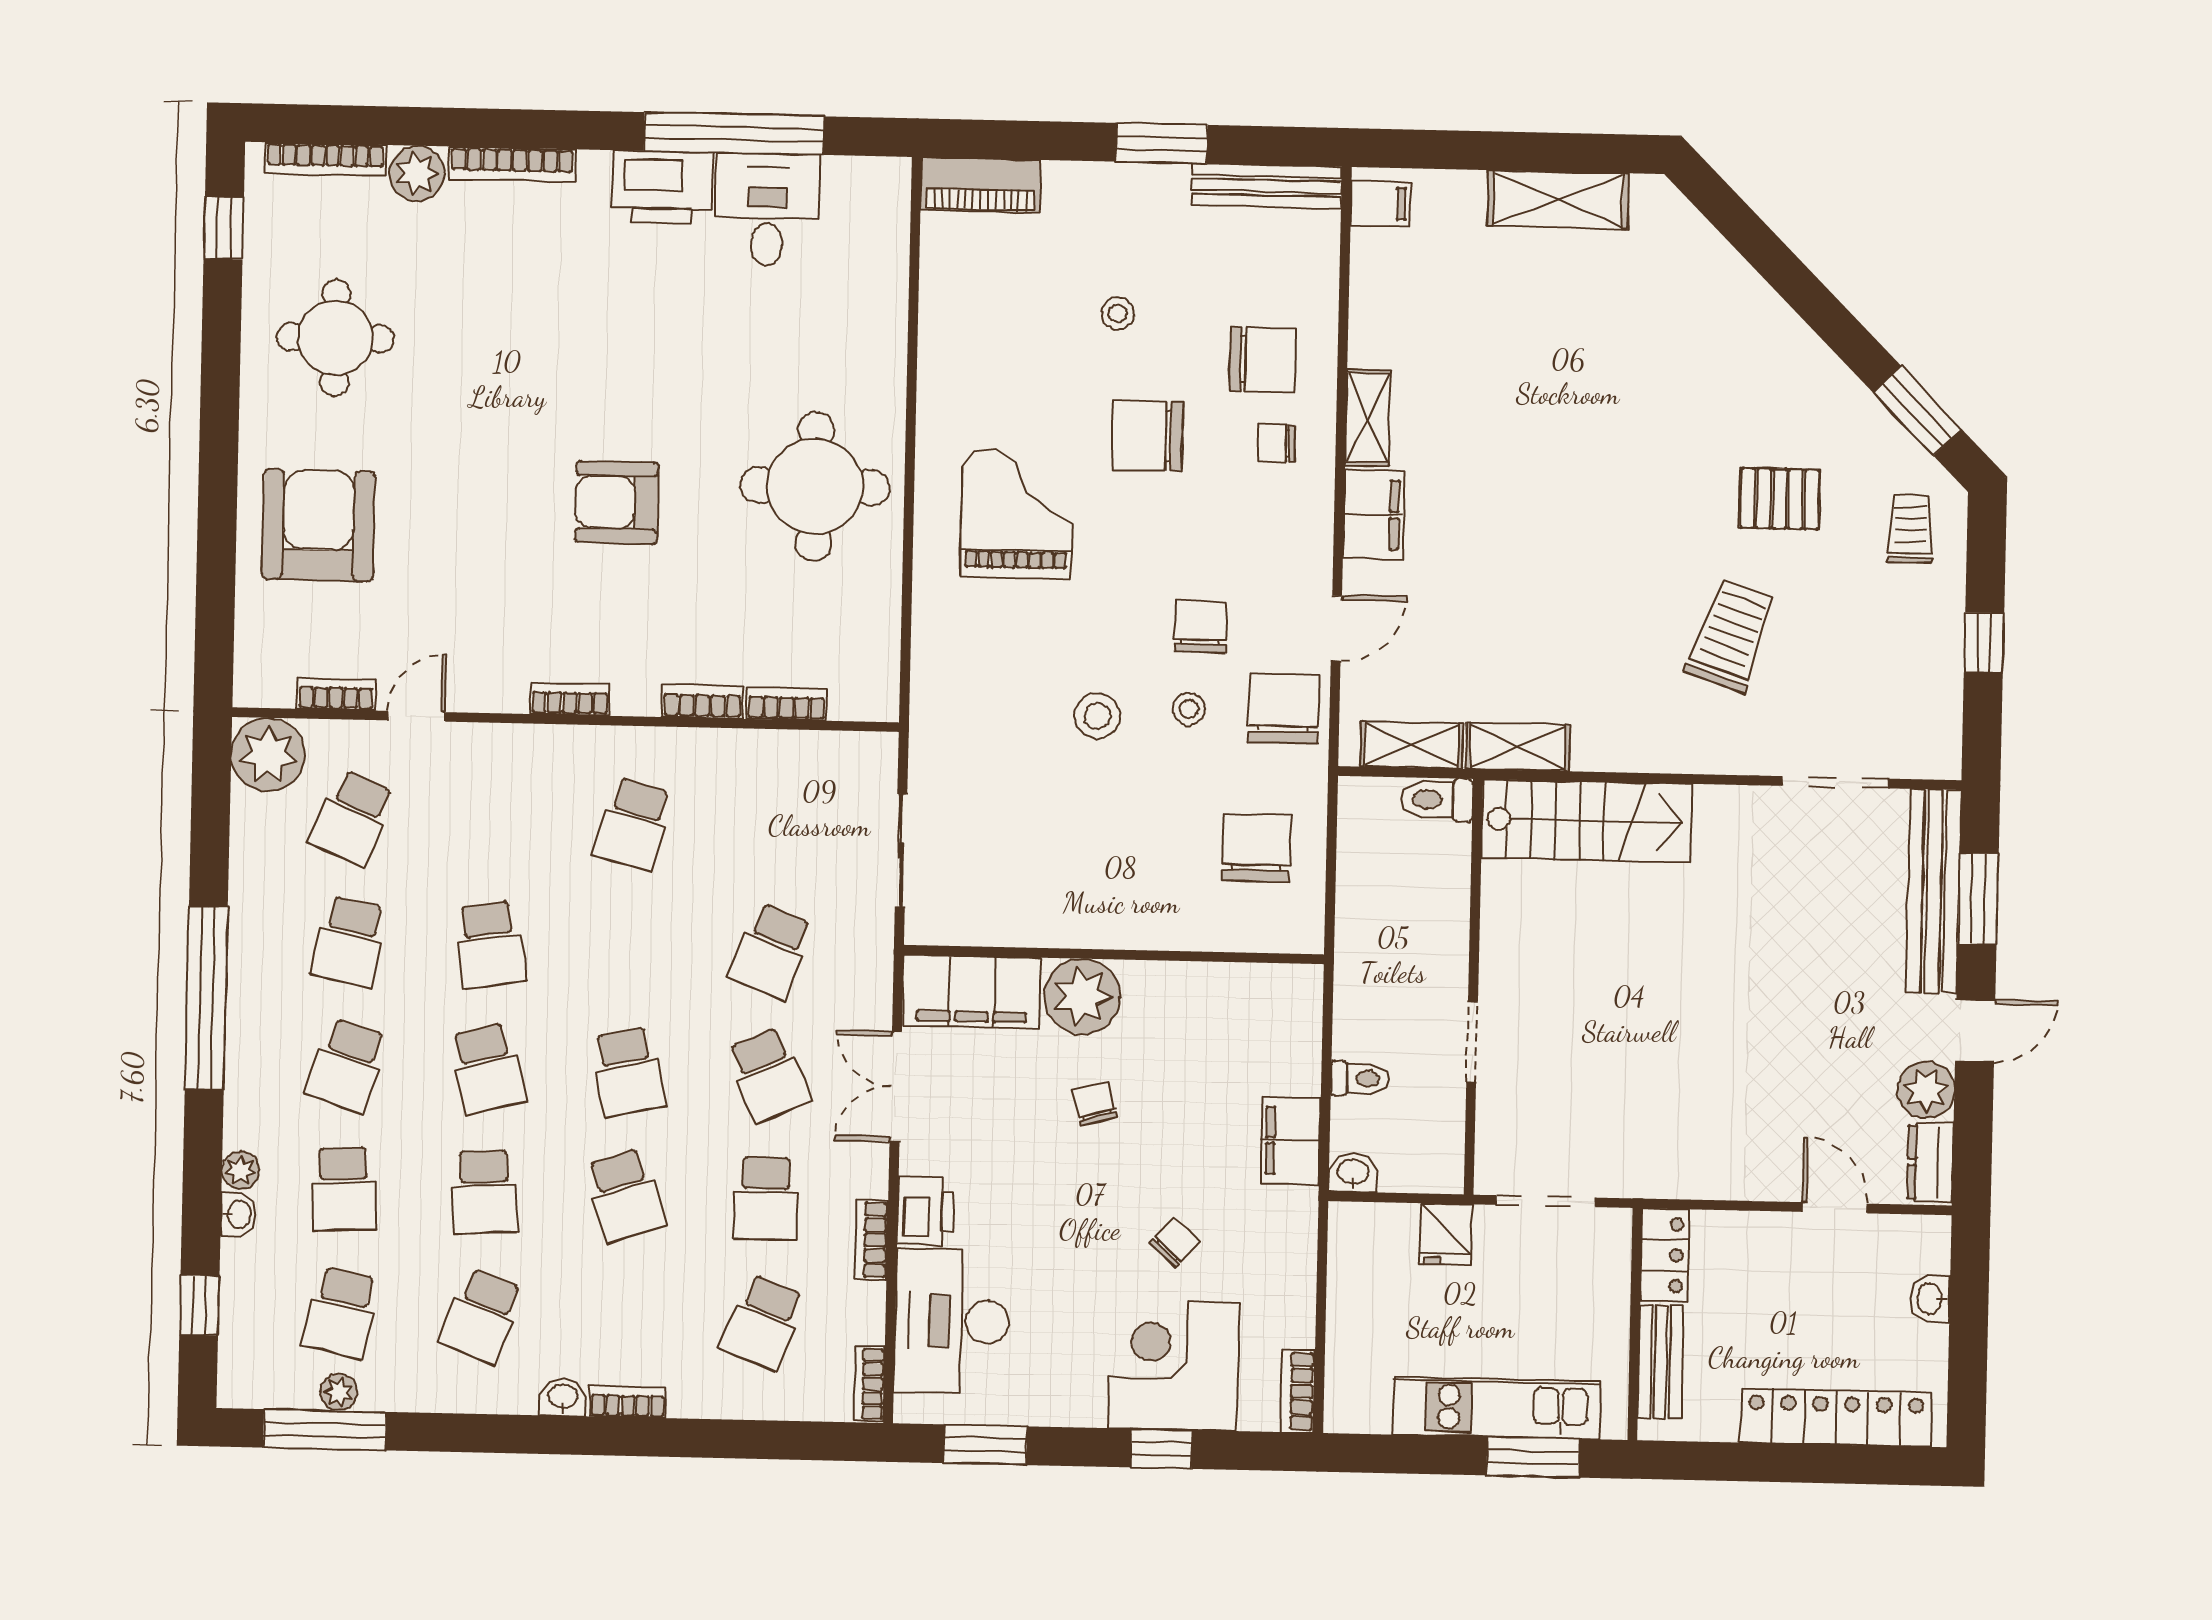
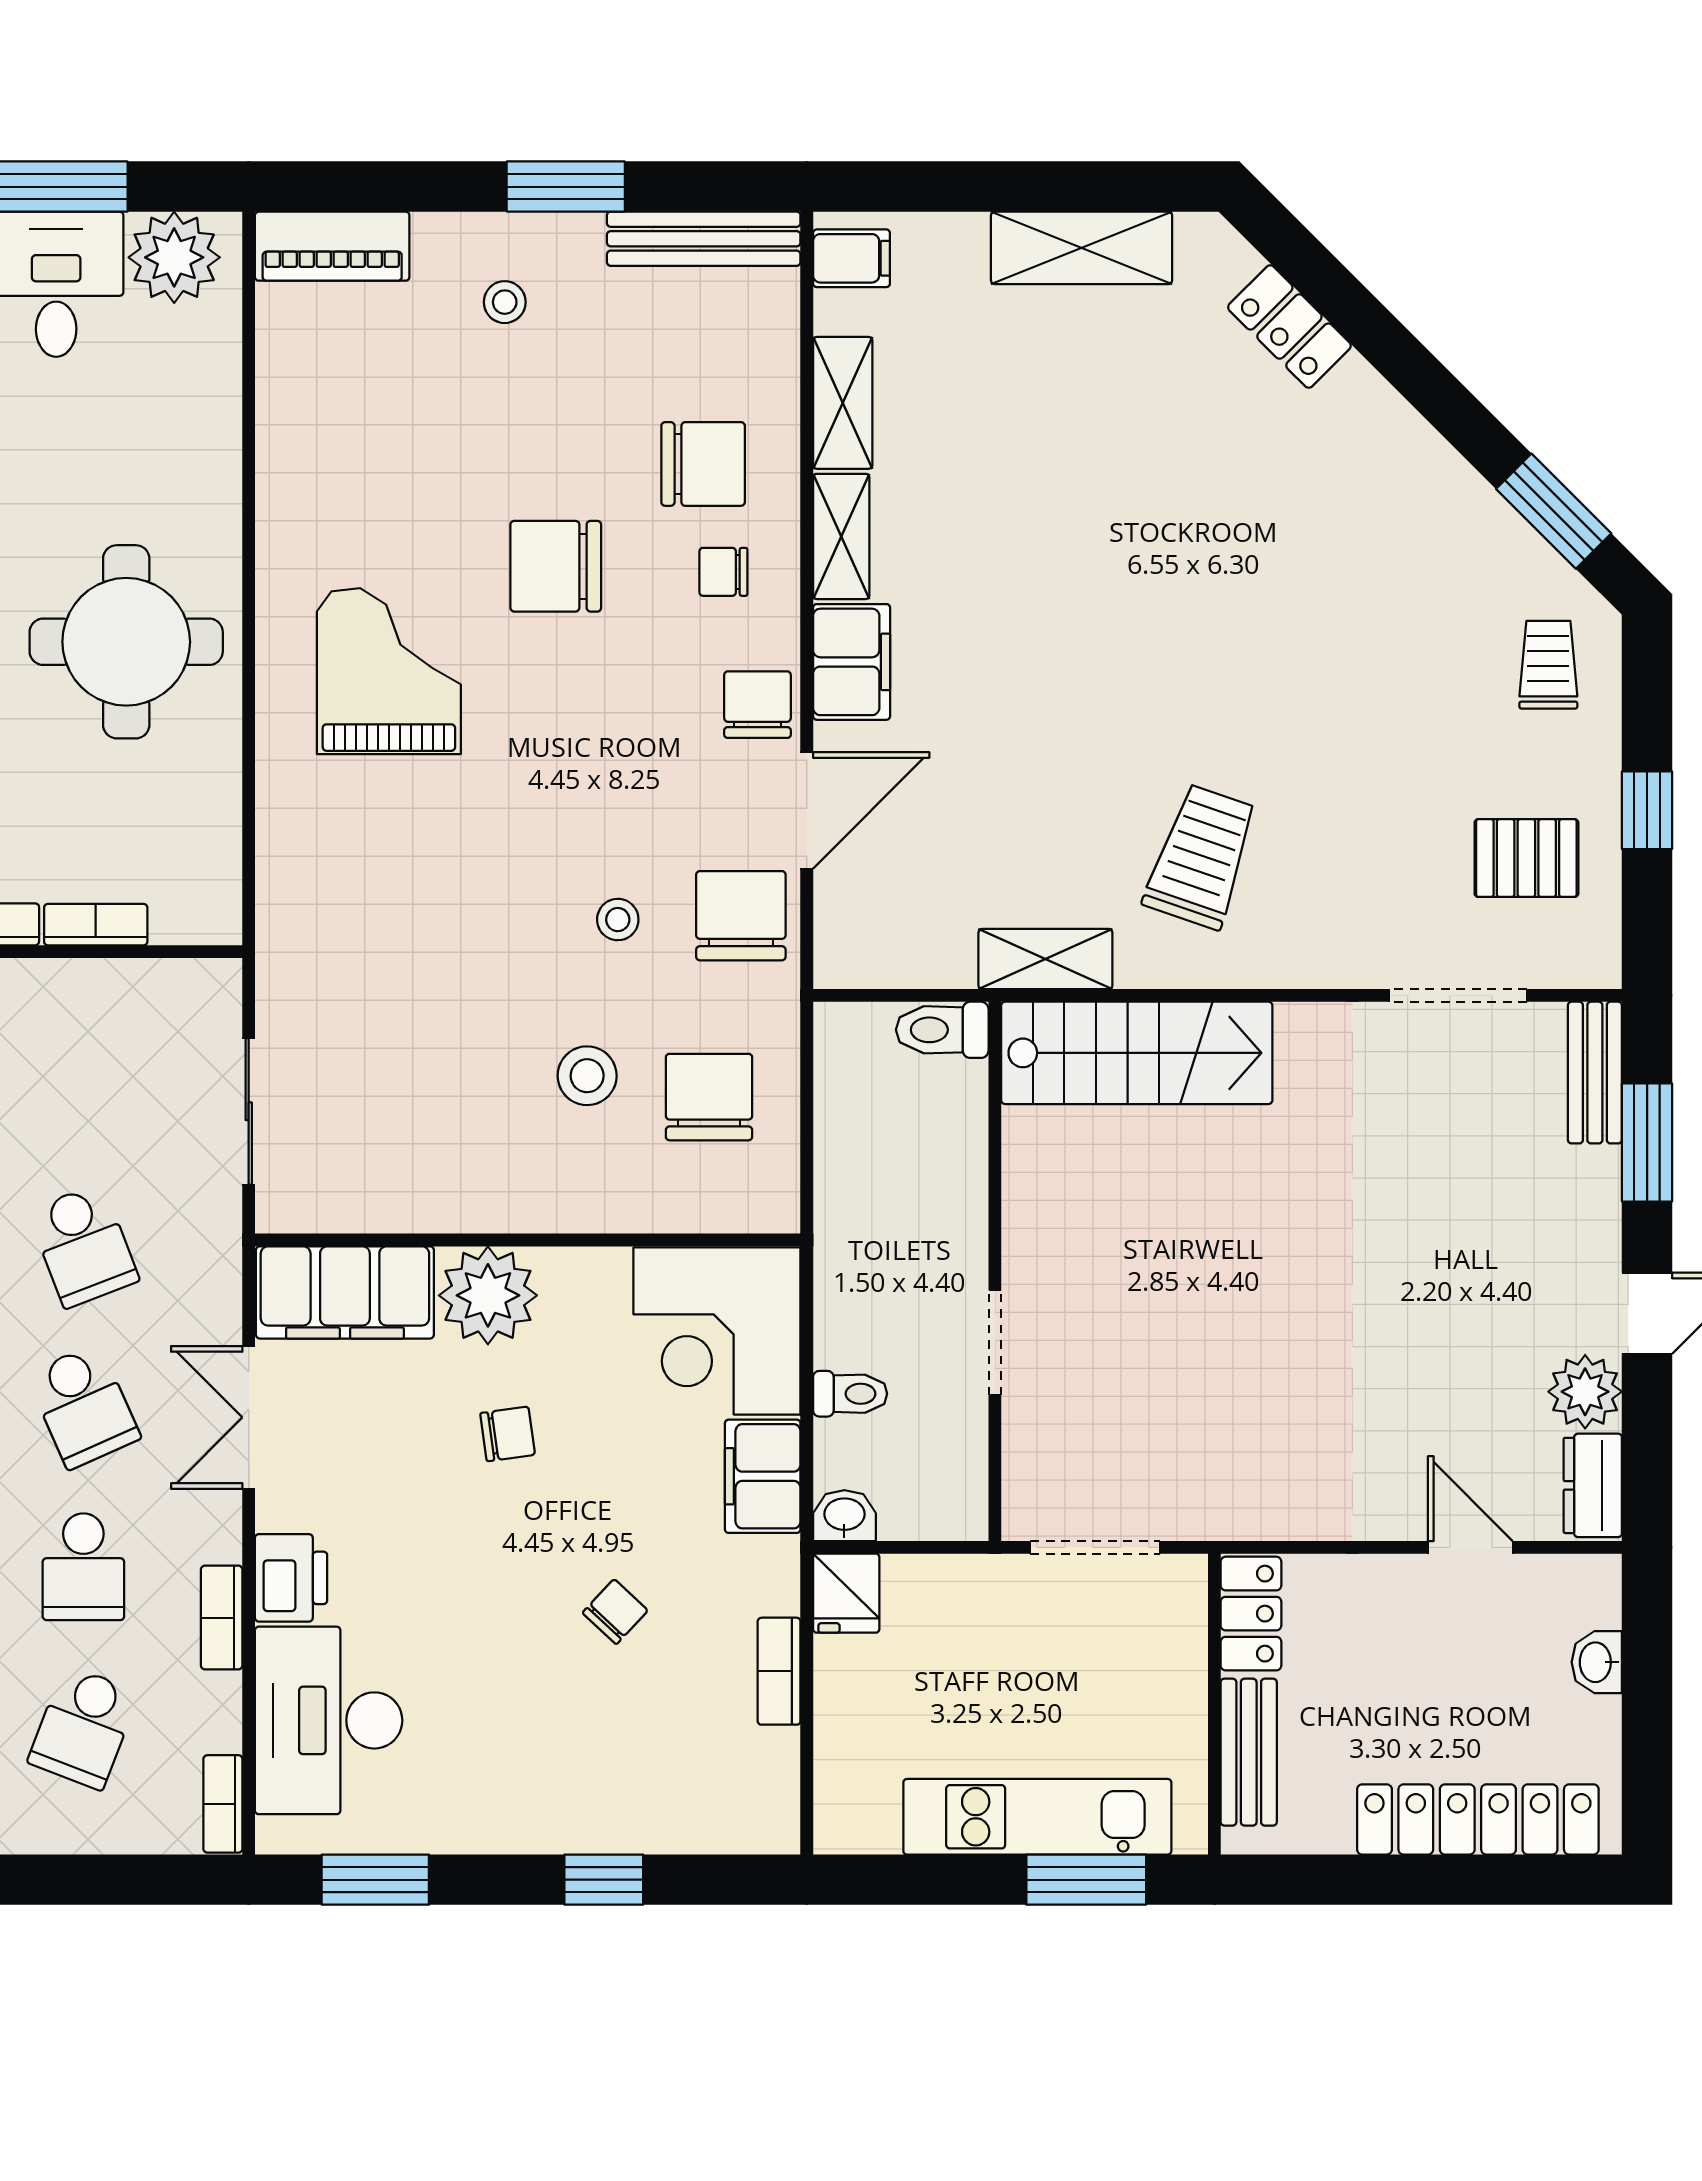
plant: (859, 191) -> (174, 257), added
locker: (1717, 264) -> (1289, 327), added
stool: (1118, 313) -> (505, 302), moved
pallet: (1780, 499) -> (1526, 858), moved
chair: (1201, 627) -> (757, 705), moved
door: (1336, 628) -> (807, 810), width x1.38
trolley: (1731, 636) -> (1201, 857), moved
stool: (1097, 716) -> (587, 1076), moved
shelving: (1412, 745) -> (843, 403), moved, turned 90
bench: (1934, 891) -> (1595, 1073), width x0.54, depth x0.82
school desk: (771, 951) -> (83, 1246), turned -42
chair: (1095, 1104) -> (508, 1434), turned 97
fridge: (1446, 1234) -> (846, 1593), moved
corner desk: (1174, 1365) -> (717, 1331), moved, turned -90
bookcase: (1298, 1391) -> (779, 1671), moved

